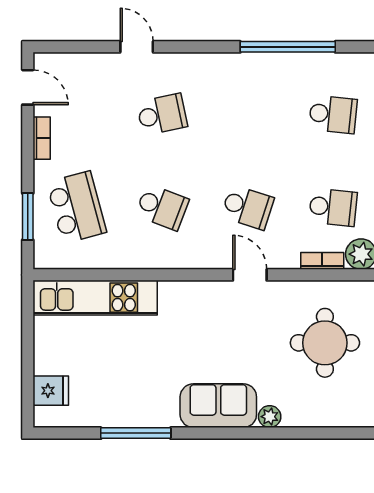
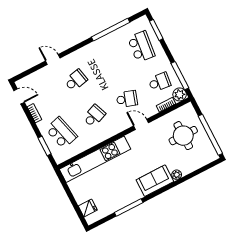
school desk: (333, 114) -> (141, 47), width x1.85
school desk: (162, 207) -> (94, 116), turned -42
kitchen unit: (95, 298) -> (95, 159), width x1.36

